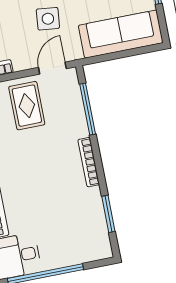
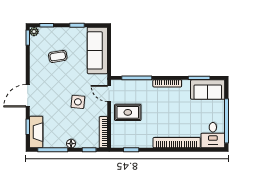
side table: (48, 19) -> (78, 102), moved
sofa: (92, 232) -> (208, 90), added

